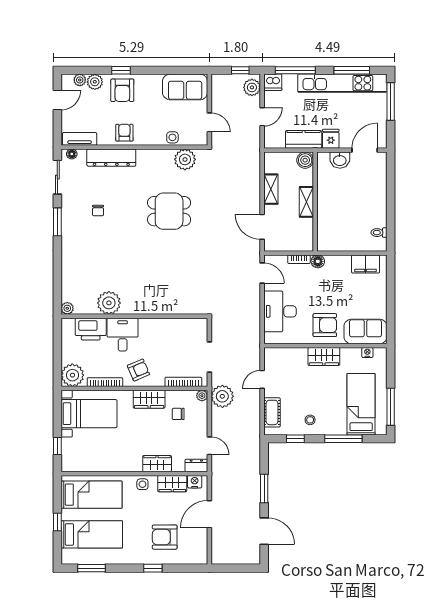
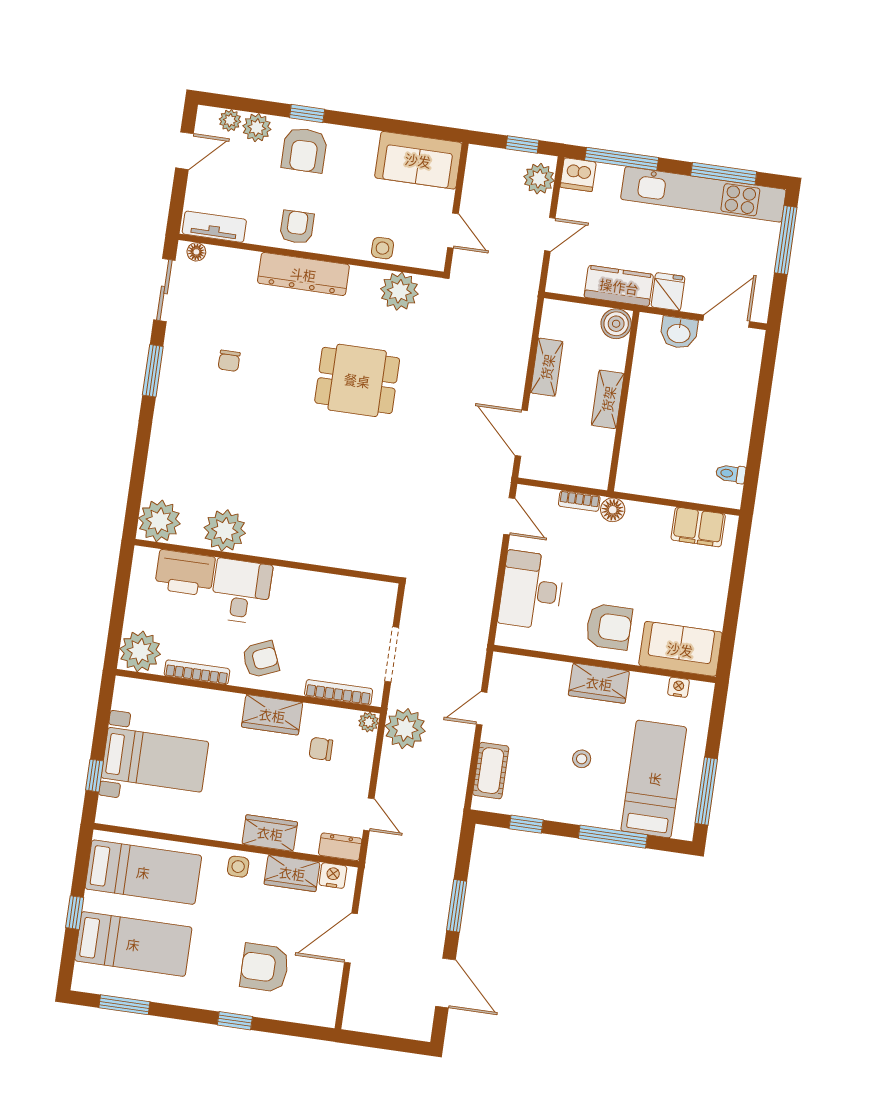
dresser: (111, 158) -> (303, 274), moved
plant: (67, 308) -> (159, 521), width x1.88, depth x1.88
bed with nightstands: (89, 414) -> (155, 760), moved
stool: (310, 420) -> (582, 759), moved

